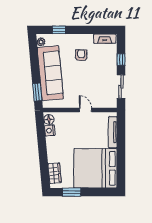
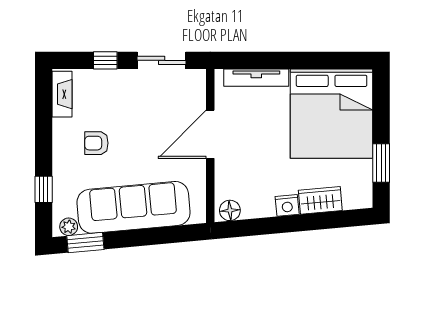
window: (37, 92) -> (85, 243), moved
door: (85, 110) -> (210, 134), width x1.88
nightstand: (50, 130) -> (287, 205), moved
wardrobe: (55, 173) -> (320, 200), moved

